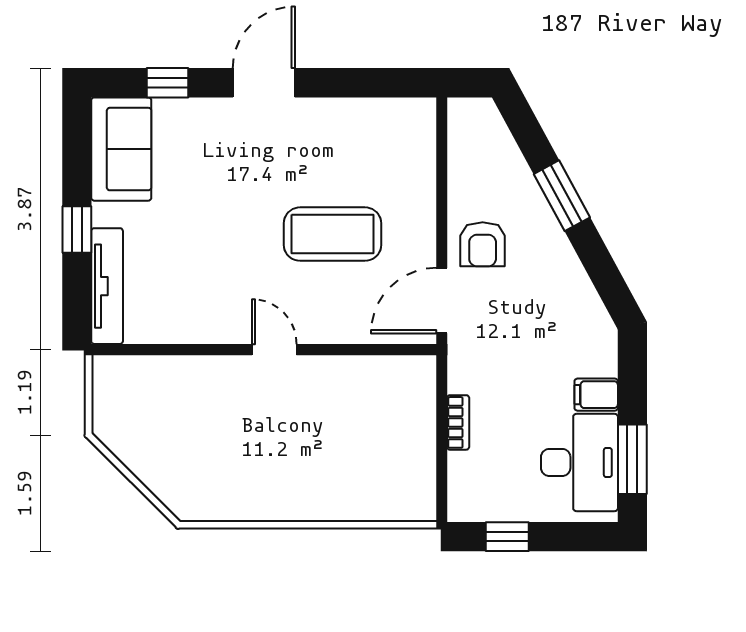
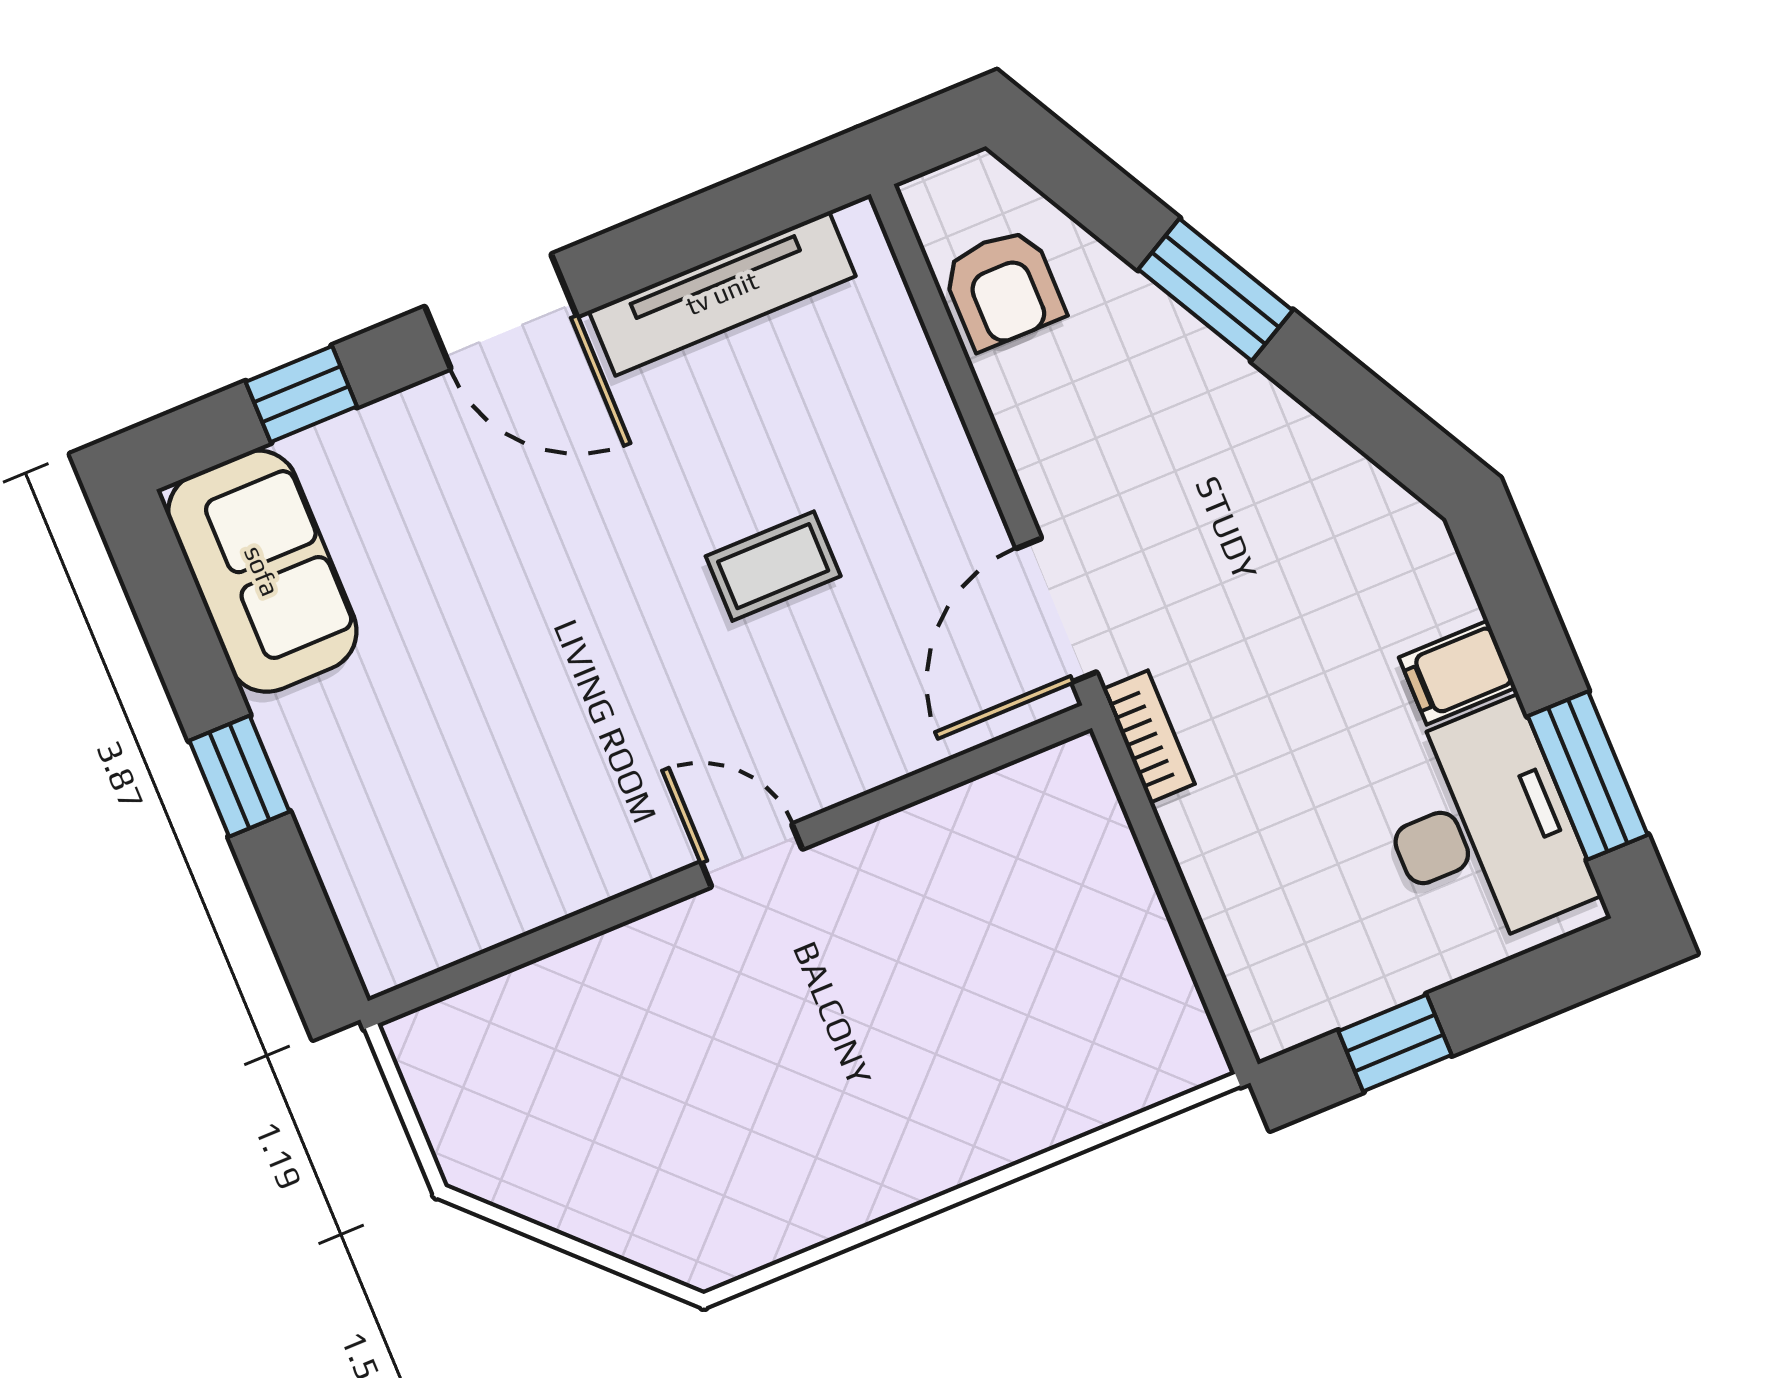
door: (264, 83) -> (501, 311), swing flipped
coffee table: (333, 234) -> (773, 566), width x0.54, depth x0.58
armchair: (483, 244) -> (1003, 289), moved
tv unit: (107, 286) -> (722, 293), moved, turned 90
bookcase: (458, 422) -> (1149, 737), moved

